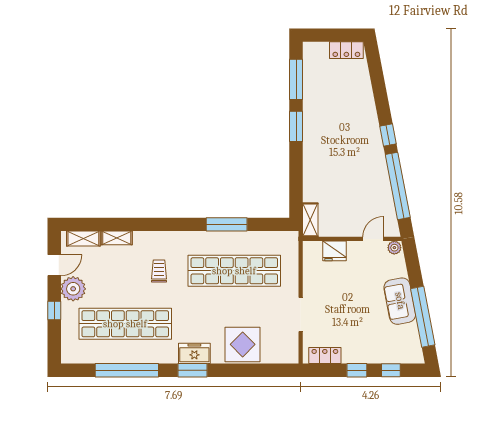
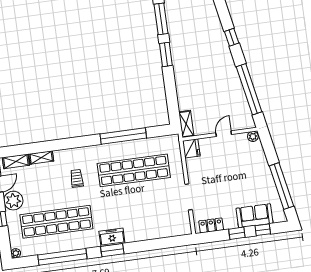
window: (388, 135) -> (232, 37), moved
window: (227, 224) -> (123, 136), width x1.46
door: (373, 239) -> (224, 134), moved
fridge: (334, 251) -> (191, 148), moved, turned -90
sofa: (400, 301) -> (255, 216), moved, turned 101
display table: (243, 344) -> (148, 225), removed
plant: (67, 357) -> (16, 253), added

